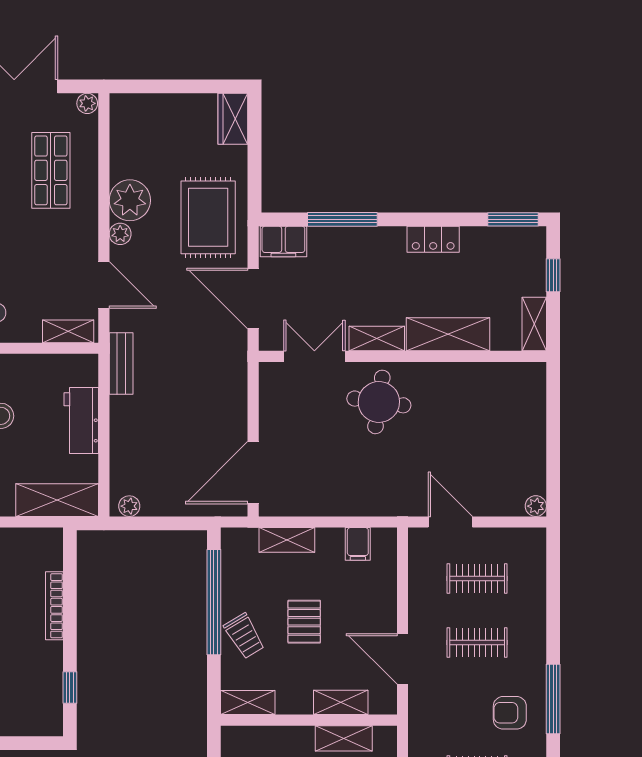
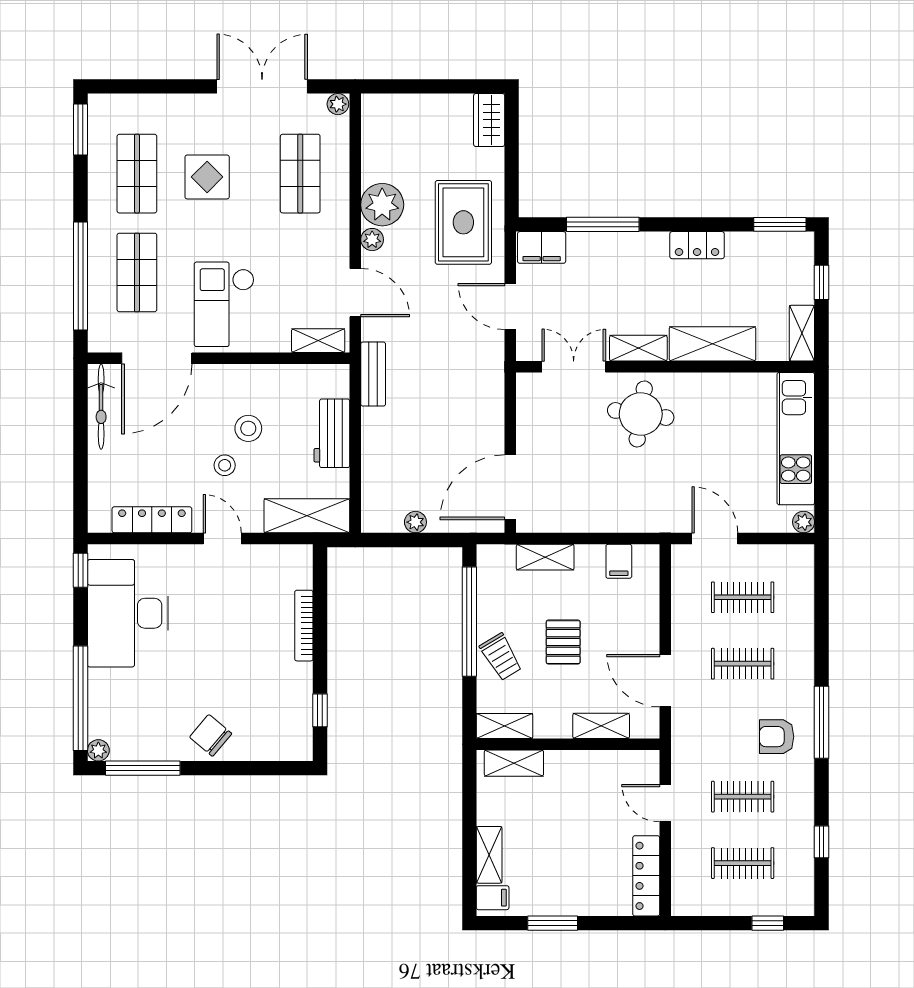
door: (253, 298) -> (510, 307), width x0.73
kitchen unit: (528, 426) -> (796, 439), added
plant: (129, 506) -> (415, 522), moved
shelving: (344, 738) -> (514, 763), moved

